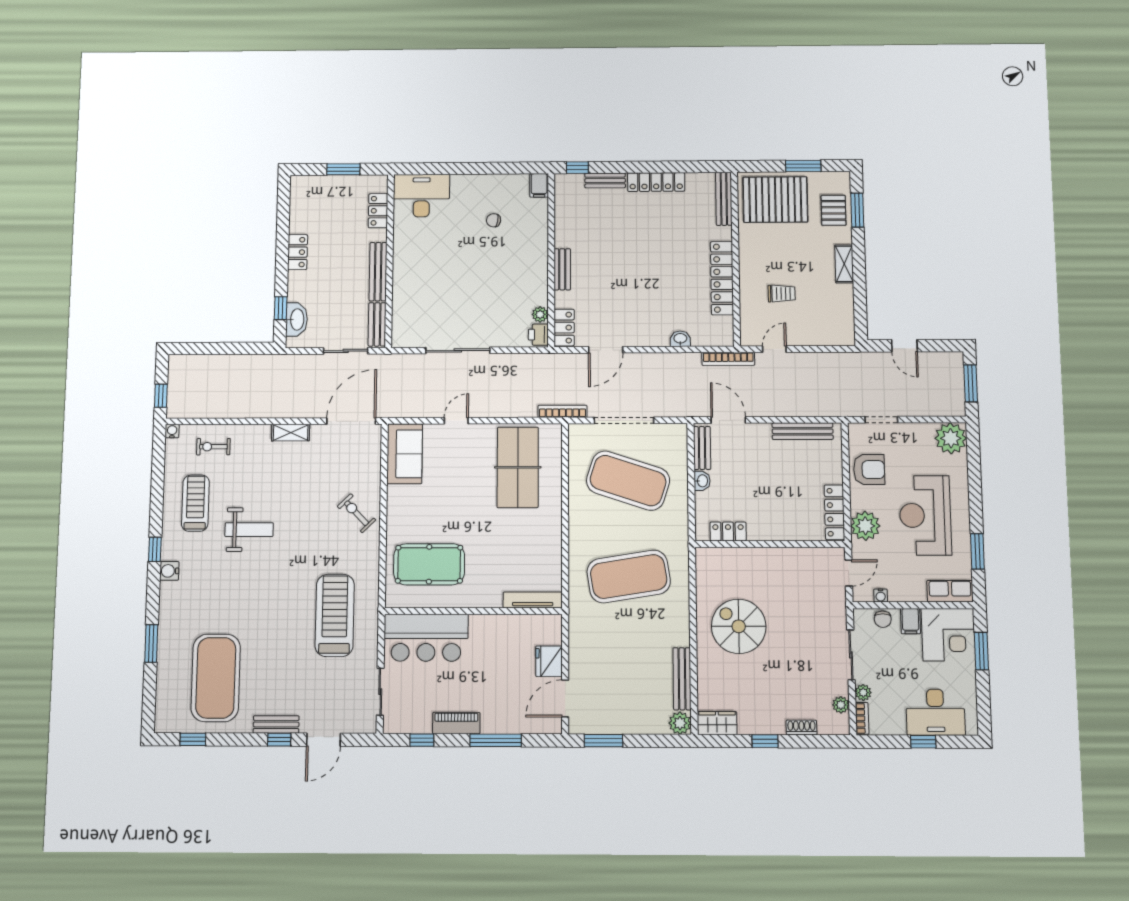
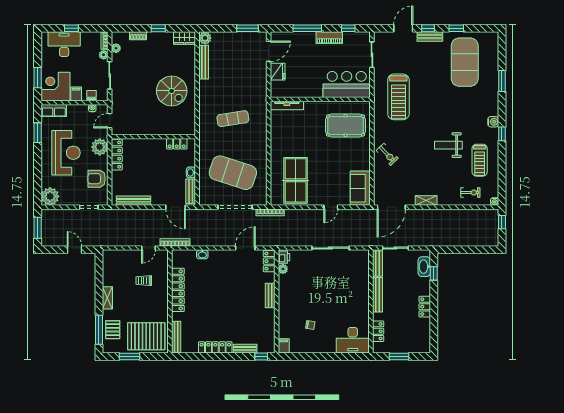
window: (857, 210) -> (99, 330), width x1.44
exercise mat: (629, 577) -> (233, 119), width x0.50, depth x0.69
window: (193, 739) -> (456, 28), moved

